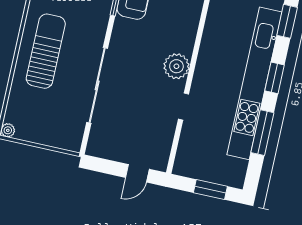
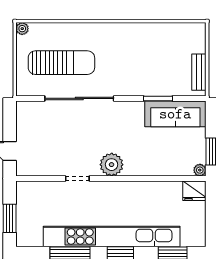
sun lounger: (46, 51) -> (61, 63), moved

